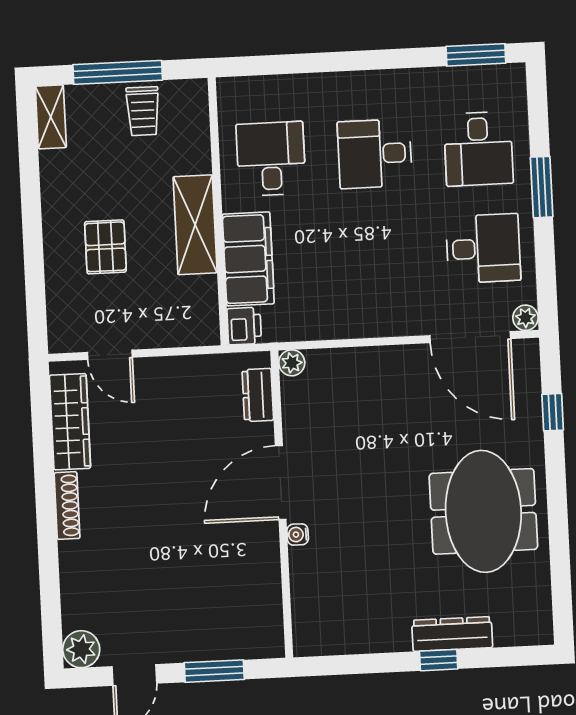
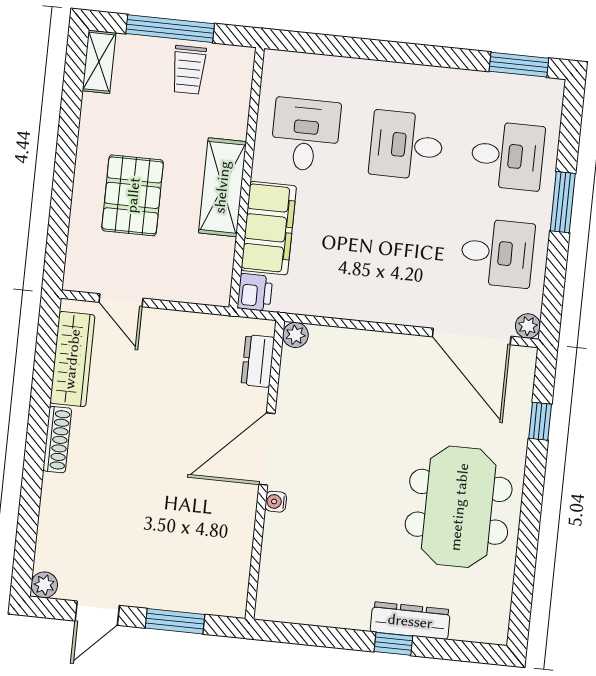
desk: (478, 149) -> (507, 156), turned -90
pallet: (105, 247) -> (133, 195), width x1.50, depth x1.42
plant: (81, 649) -> (44, 585), width x0.73, depth x0.73

